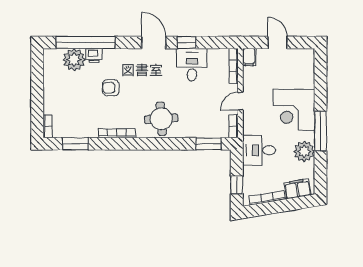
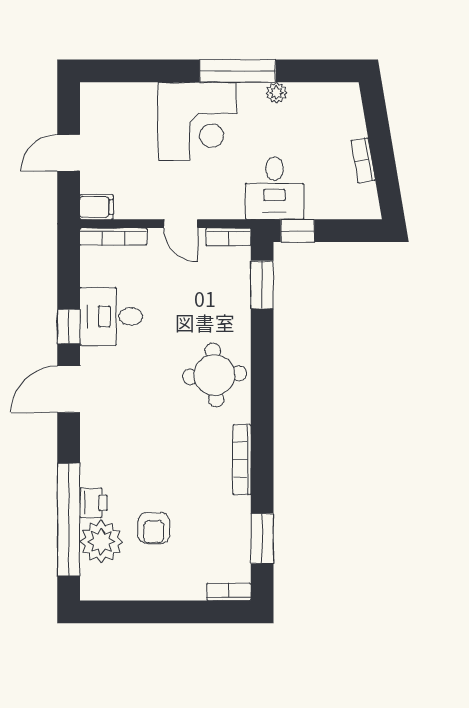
armchair: (111, 88) -> (154, 528), moved
plant: (304, 151) -> (276, 93), width x0.53, depth x0.53
window: (237, 185) -> (298, 231), moved
filing cabinet: (298, 189) -> (348, 115), removed
bookcase: (267, 198) -> (363, 161), width x0.64

